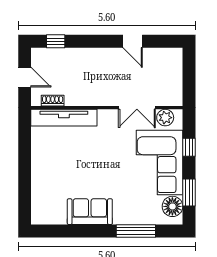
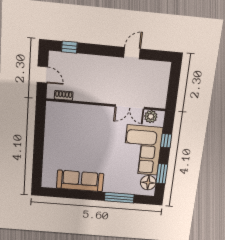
door: (133, 41) -> (132, 53), swing flipped
tv unit: (64, 118) -> (72, 110), removed
sofa: (90, 212) -> (80, 181), width x1.36

